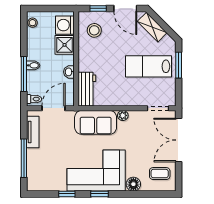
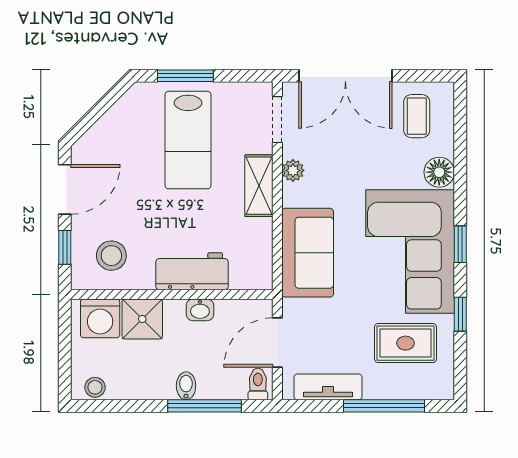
shelving: (152, 27) -> (259, 186), moved, turned -45
workbench: (87, 89) -> (192, 271), moved
door: (54, 108) -> (277, 342), hinge flipped
plant: (123, 115) -> (293, 170), moved
rug: (53, 168) -> (406, 343), added

